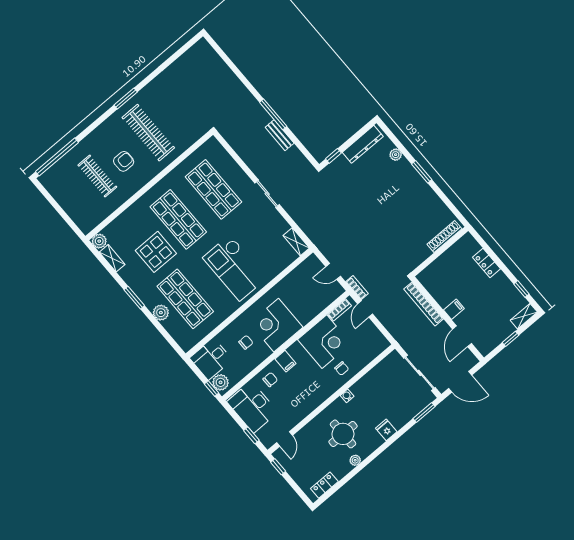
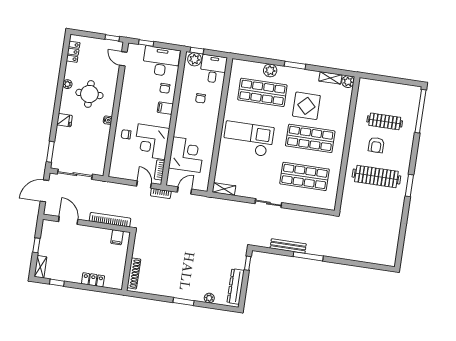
bench: (280, 135) -> (288, 246), width x1.36
filing cabinet: (454, 309) -> (117, 237), moved
corner desk: (276, 325) -> (187, 155), moved

